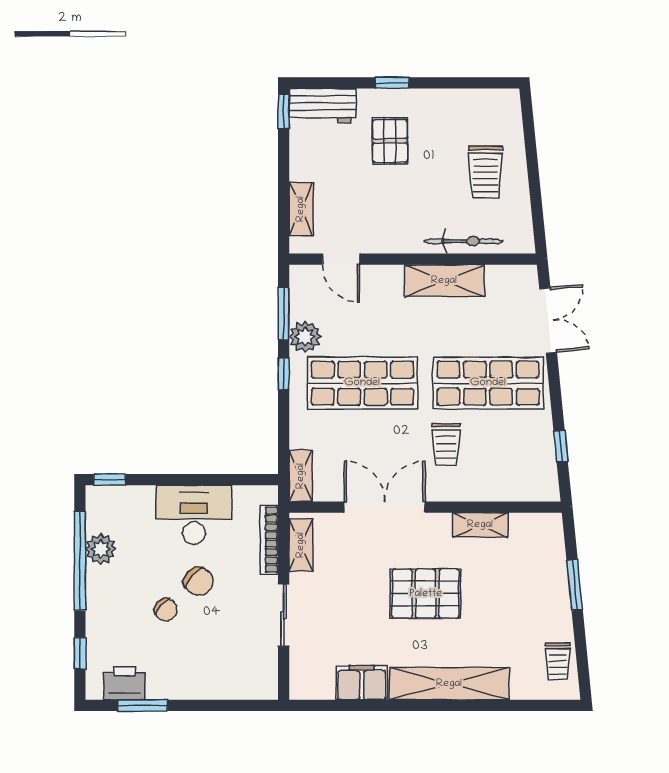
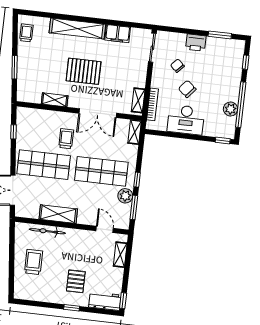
chair: (166, 610) -> (177, 66), moved
sliding door: (284, 615) -> (152, 48), moved
printer: (125, 683) -> (196, 43), moved

